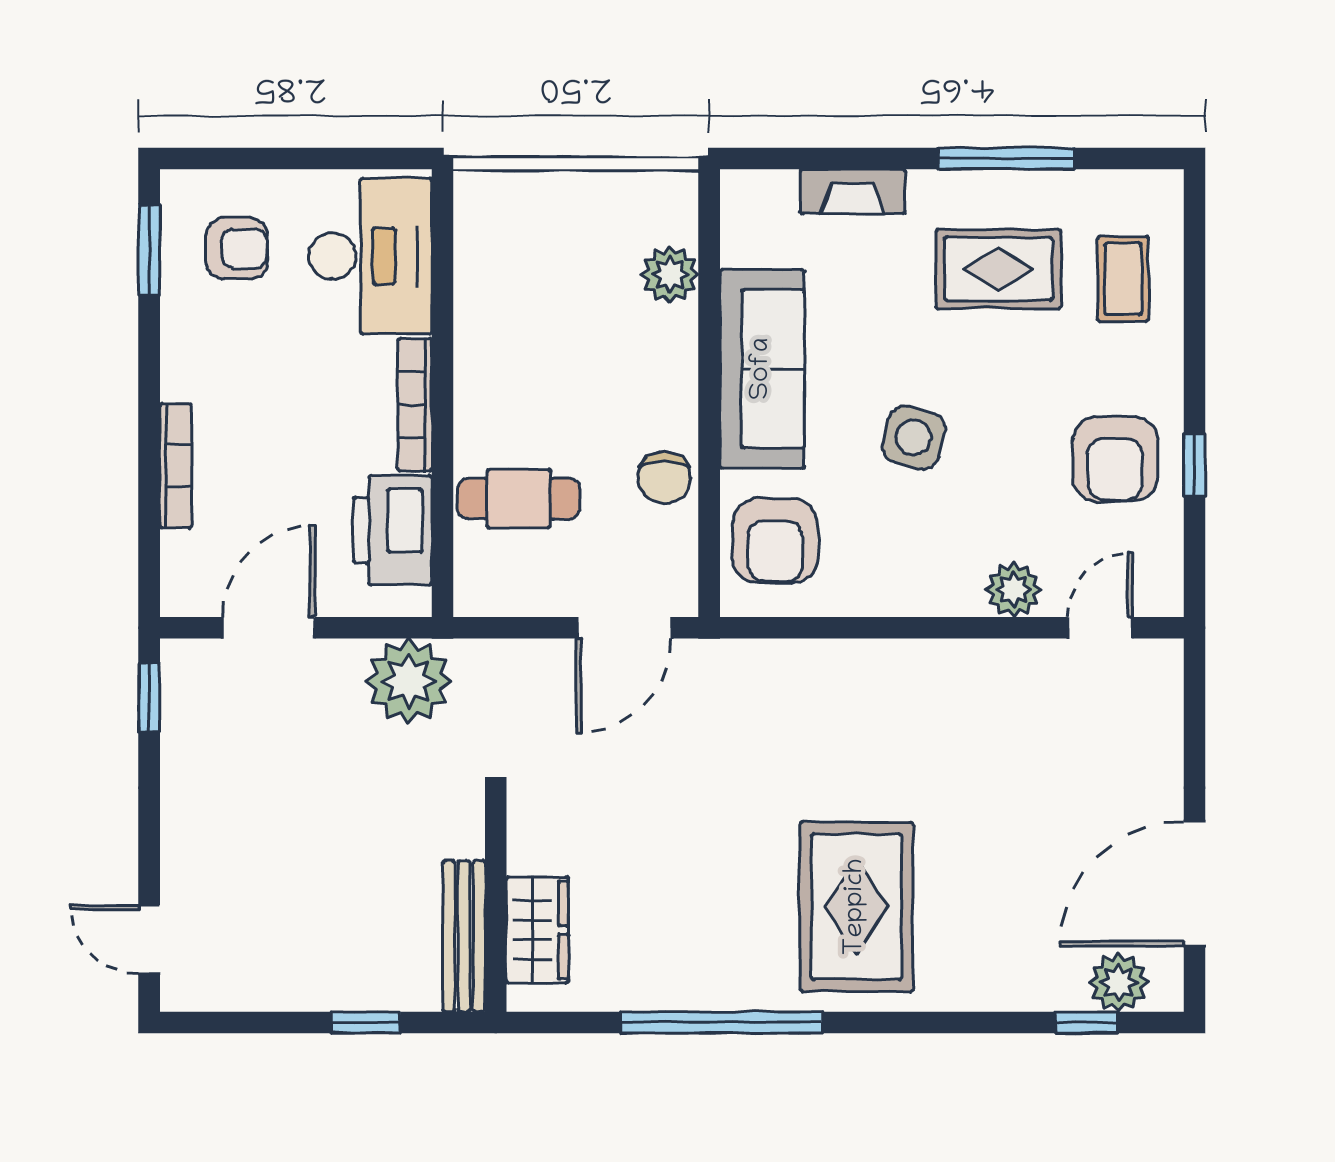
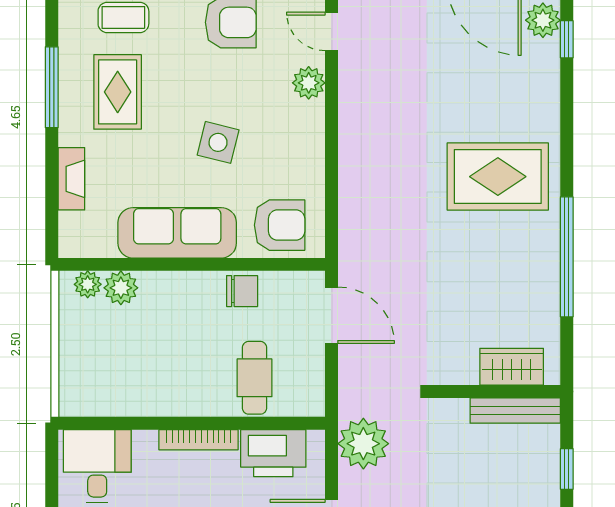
plant: (676, 219) -> (88, 284), added
desk: (370, 256) -> (97, 466), width x0.73

